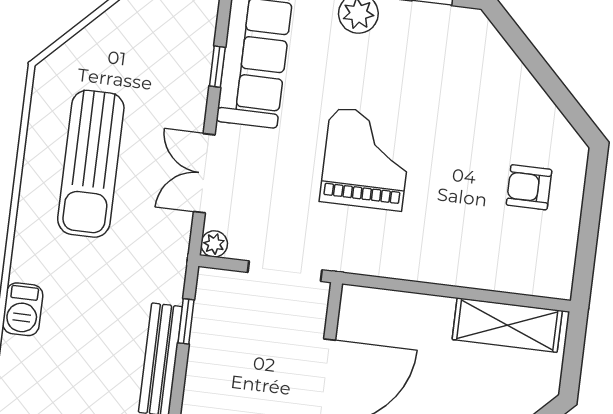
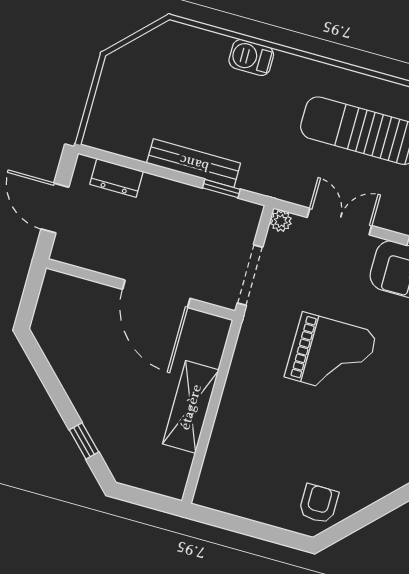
armchair: (529, 187) -> (319, 504), moved
shelving: (507, 325) -> (191, 407), moved

